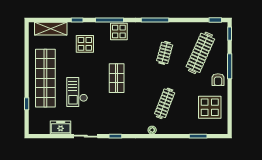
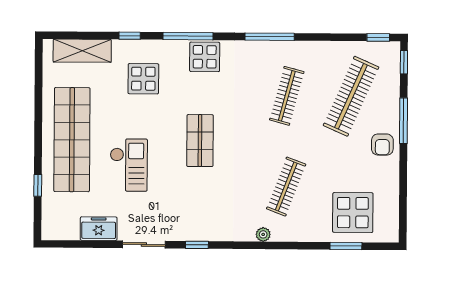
clothes rail: (165, 53) -> (287, 96), width x1.36
checkout: (77, 92) -> (129, 165), turned 180
display table: (210, 107) -> (353, 213), moved

